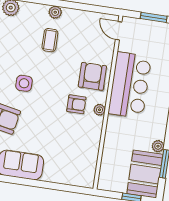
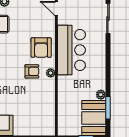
armchair: (92, 76) -> (41, 48), turned 180

